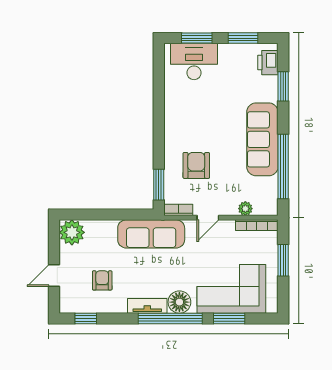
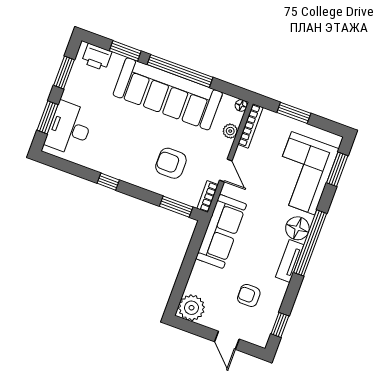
window: (159, 115) -> (108, 182), added
sofa: (262, 139) -> (168, 94), width x1.36, depth x1.27
window: (283, 166) -> (180, 71), moved
floor lamp: (272, 210) -> (241, 105), added
window: (229, 318) -> (337, 169), moved

